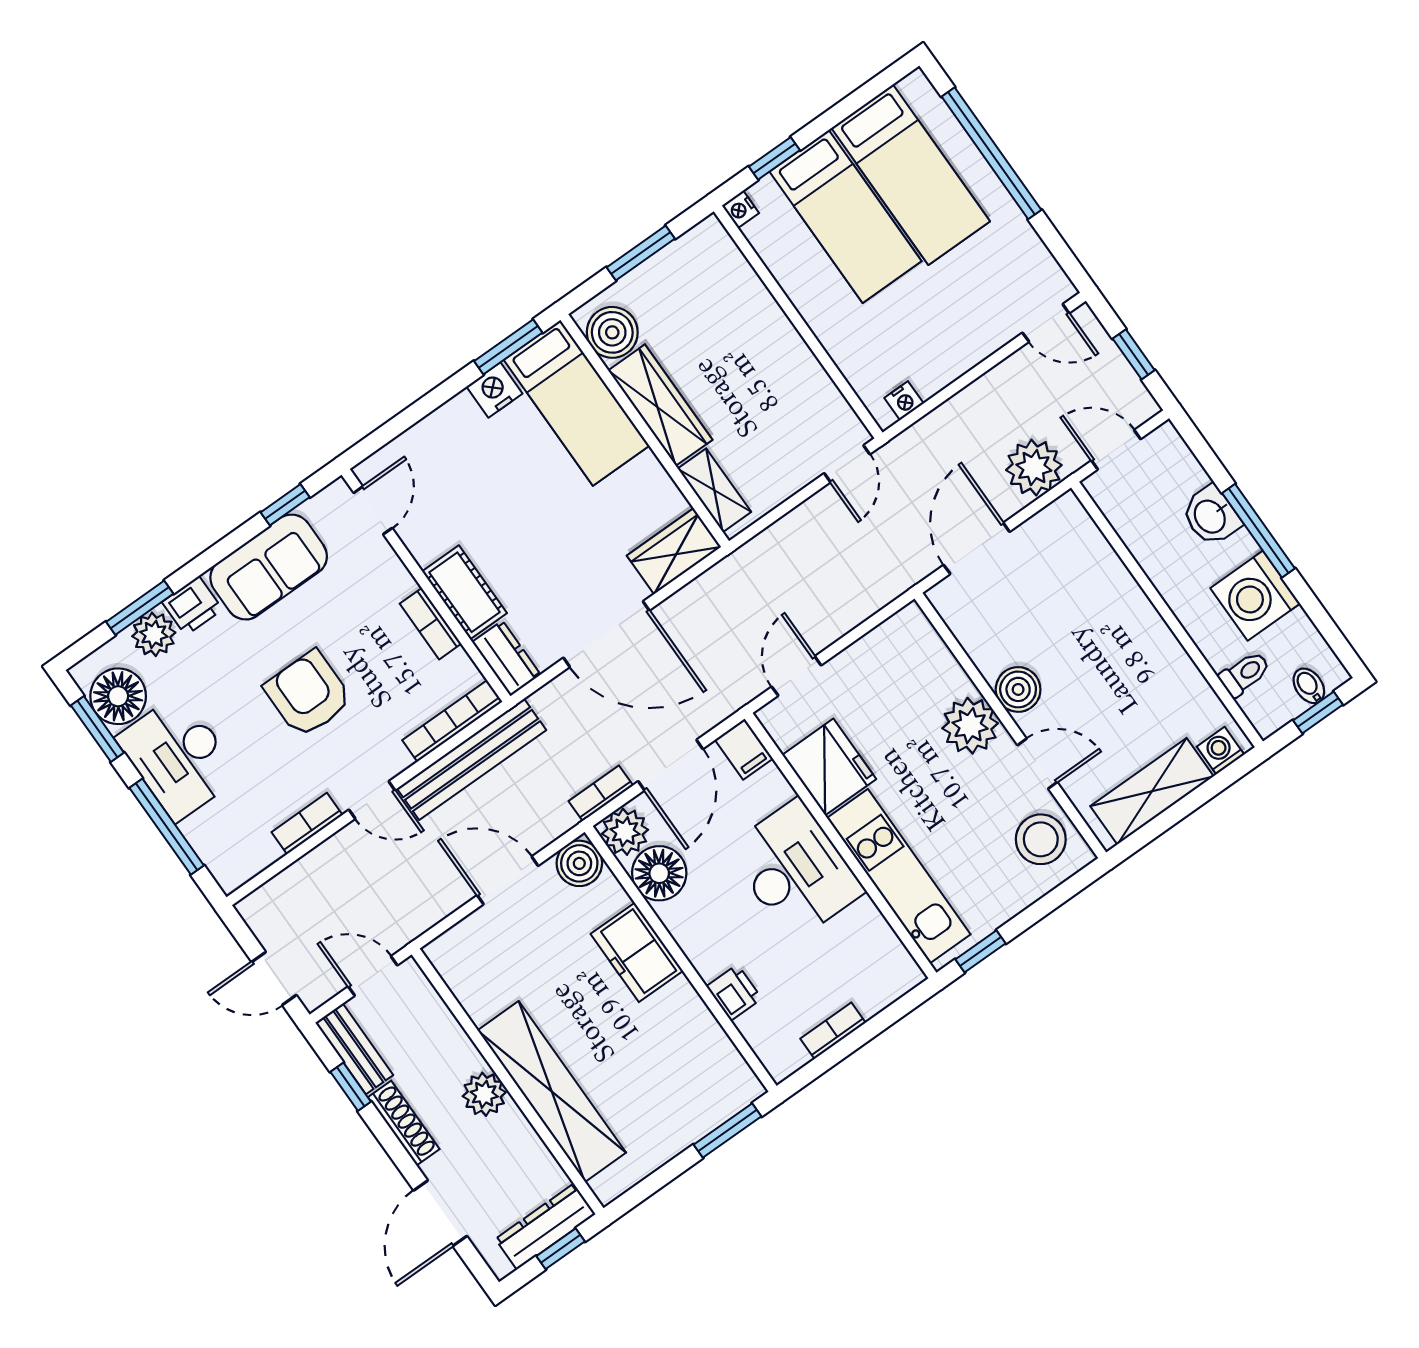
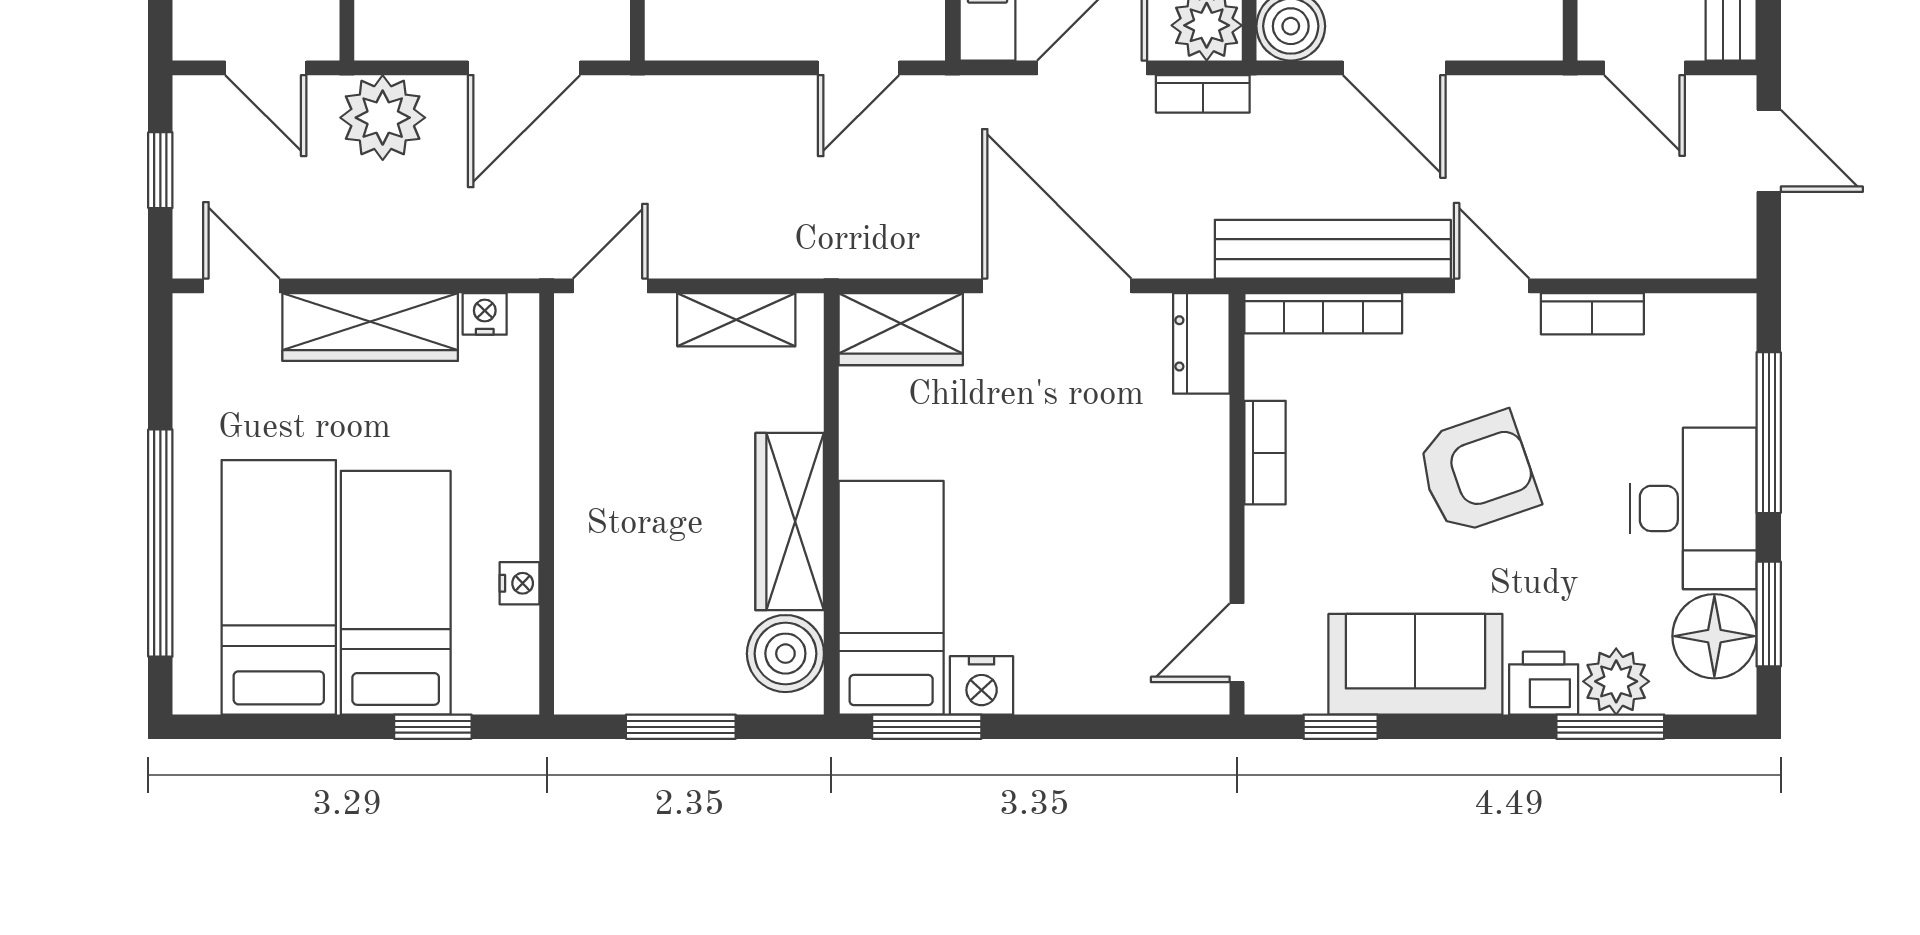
nightstand: (740, 209) -> (519, 583), moved
wardrobe: (961, 350) -> (370, 327), added
shelving: (714, 490) -> (736, 320), moved, turned 90
cot: (465, 592) -> (1195, 462), removed
armchair: (308, 694) -> (1478, 473), turned -109

